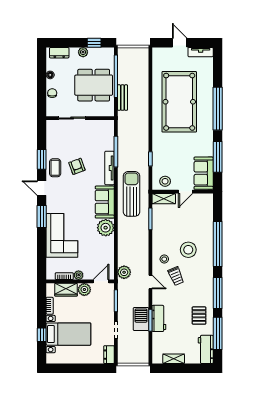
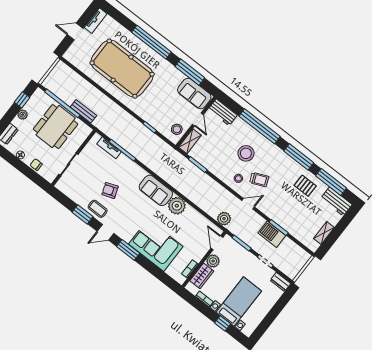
tv unit: (110, 168) -> (109, 148), moved, width x0.71
sun lounger: (132, 194) -> (166, 164), removed
plant: (79, 275) -> (198, 257), removed
workbench: (159, 318) -> (223, 112), moved, turned 180

